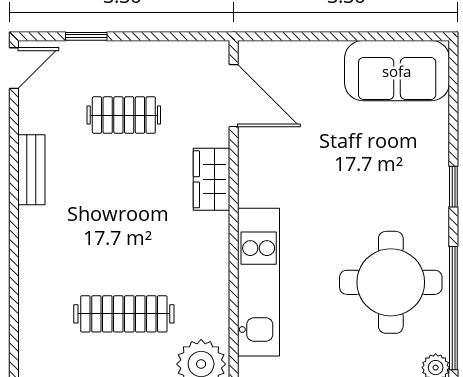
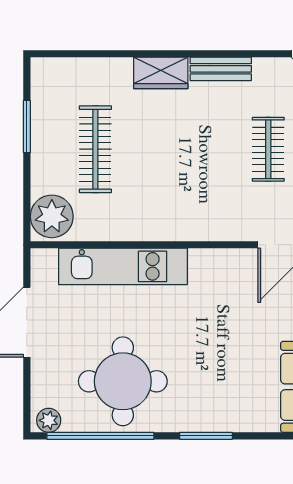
wardrobe: (212, 179) -> (161, 73), moved, turned 180
window: (453, 187) -> (206, 436), width x1.50

